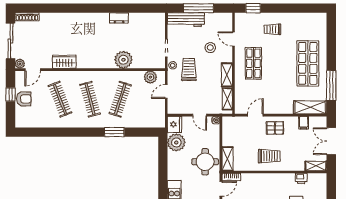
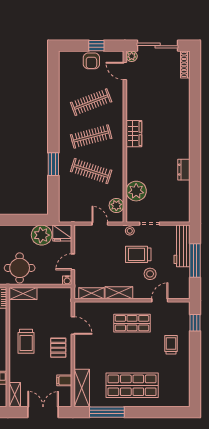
plant: (123, 60) -> (136, 191), moved
wardrobe: (64, 62) -> (134, 134), moved
trolley: (189, 70) -> (138, 254), moved, turned 180

